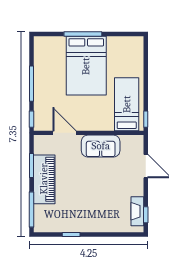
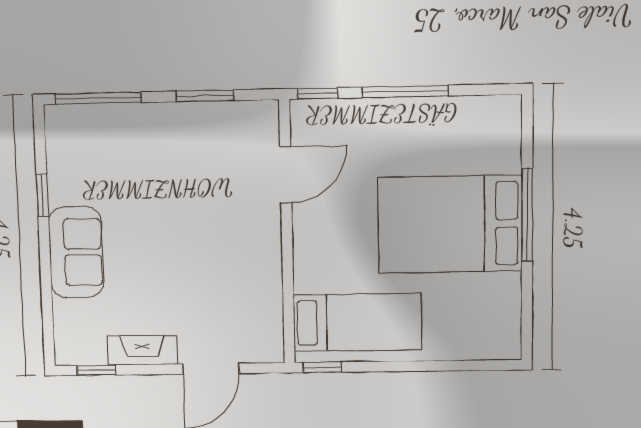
sofa: (101, 146) -> (76, 252), moved, turned 180
piano: (44, 179) -> (172, 128), removed
fireplace: (137, 211) -> (142, 350), moved

